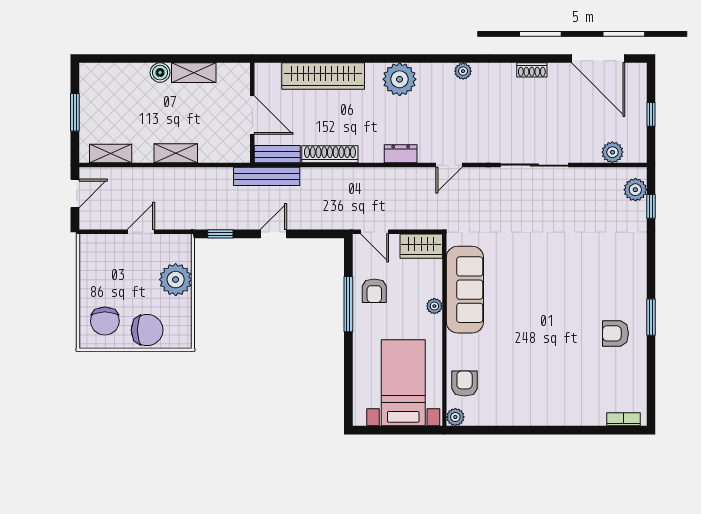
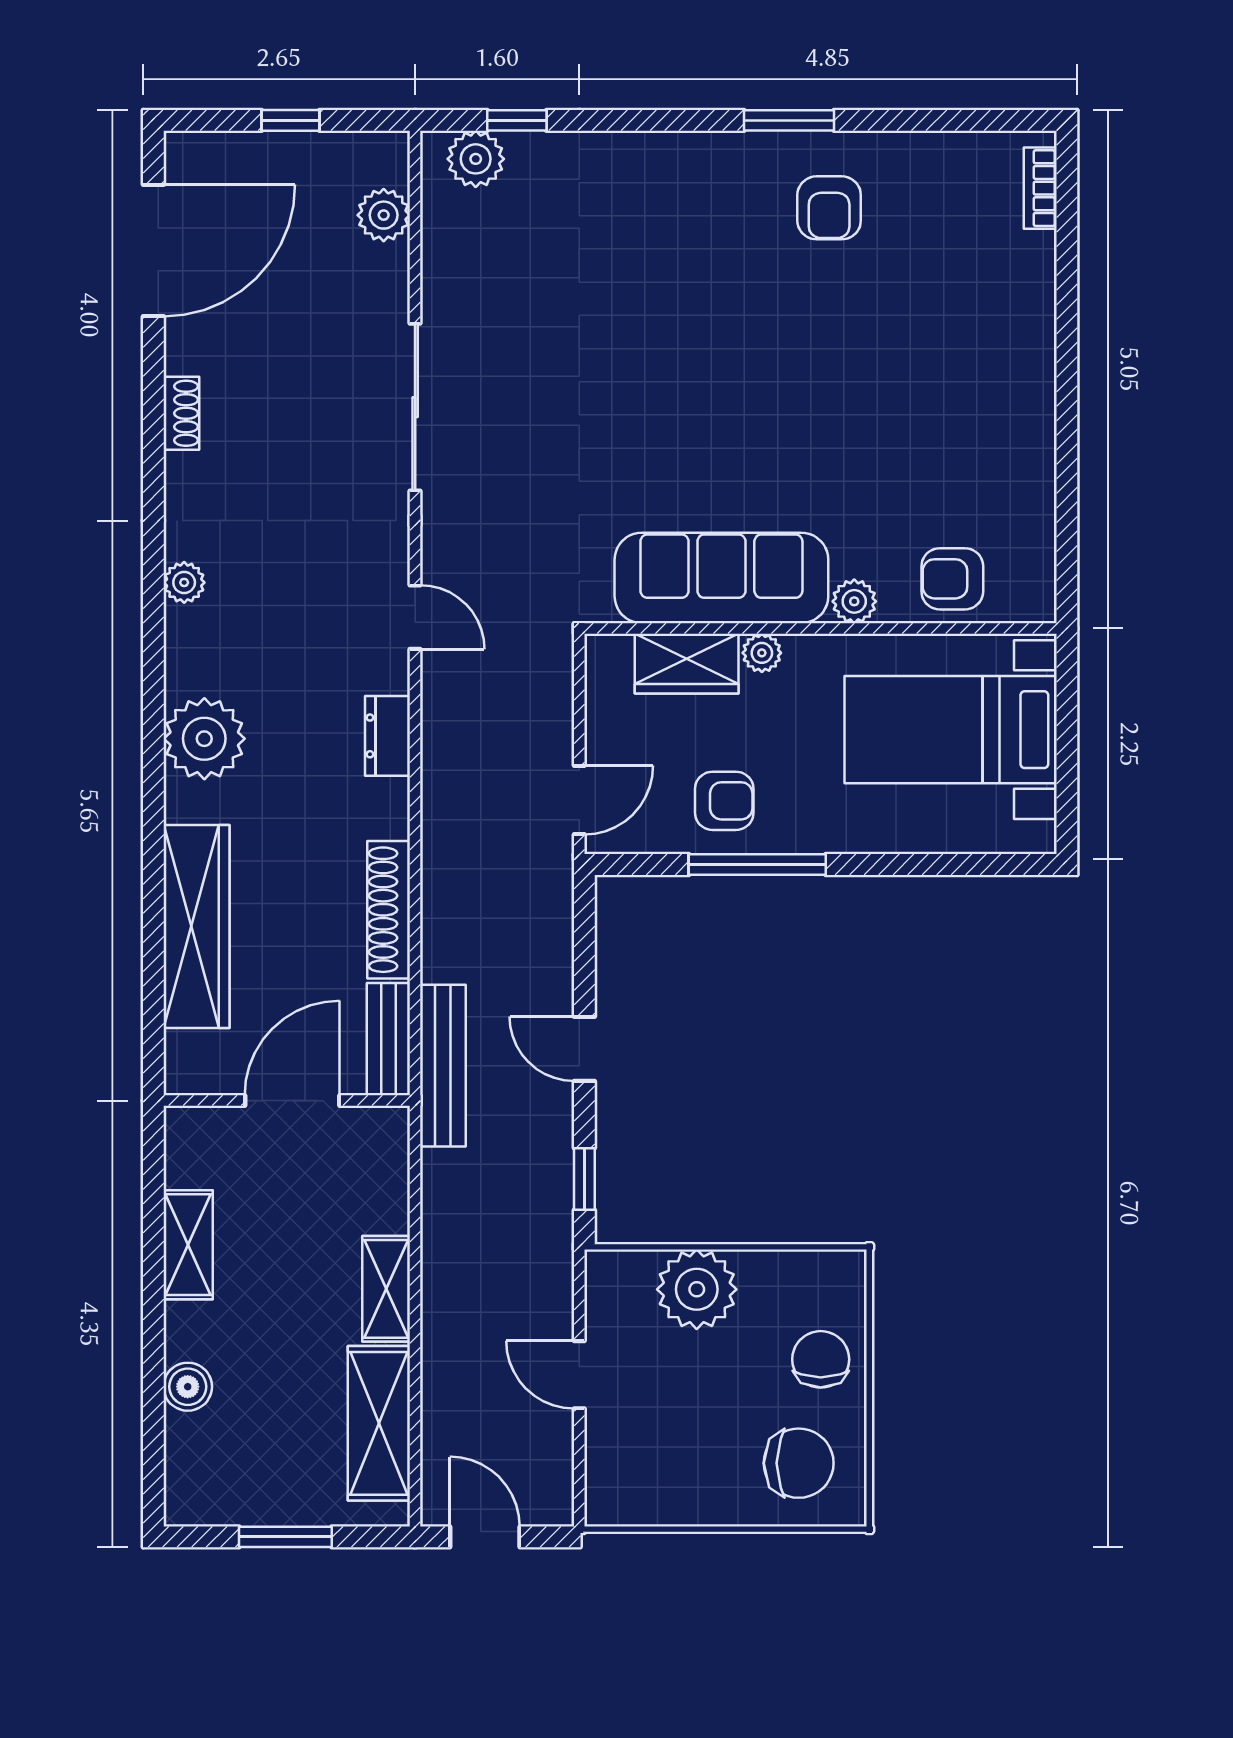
boiler: (160, 73) -> (188, 1387), moved
shelving: (111, 153) -> (379, 1423), width x1.50, depth x1.33
wardrobe: (421, 246) -> (687, 664), moved, turned 90
chair: (147, 330) -> (821, 1359), width x0.73, depth x0.73
plant: (455, 417) -> (854, 601), moved

